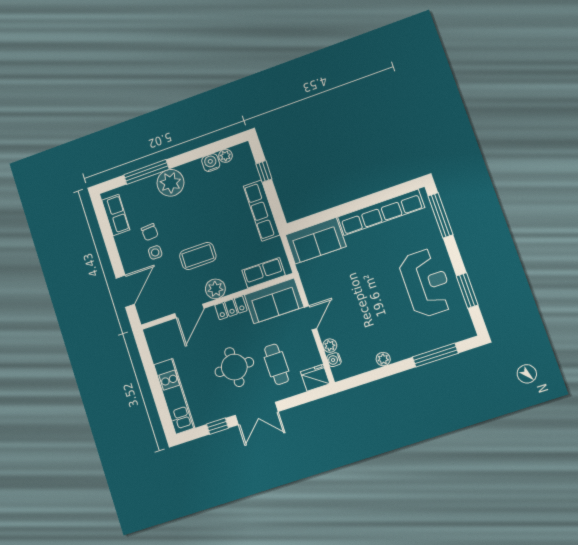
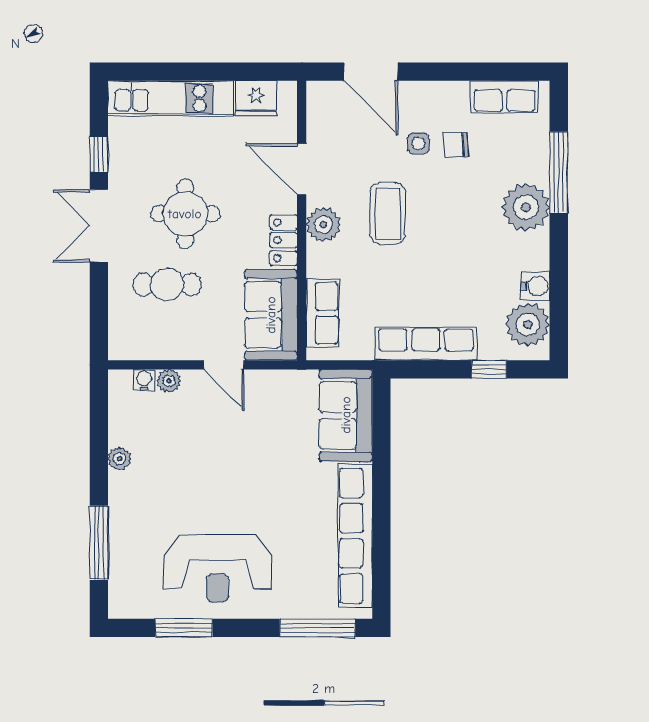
plant: (225, 156) -> (528, 325), width x1.87, depth x1.87
fridge: (315, 378) -> (256, 98), moved, turned 90

